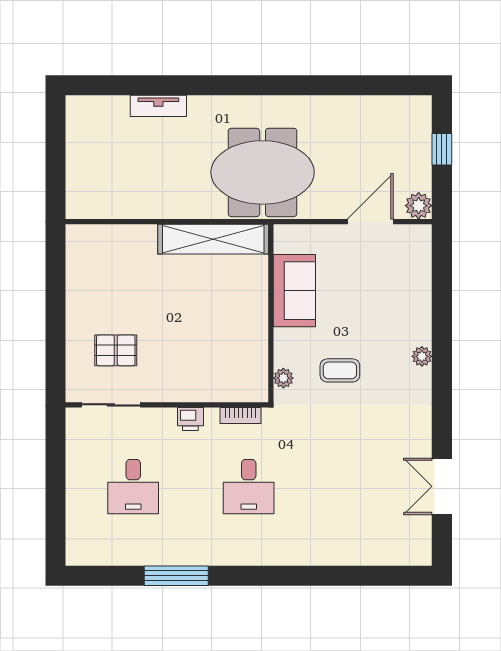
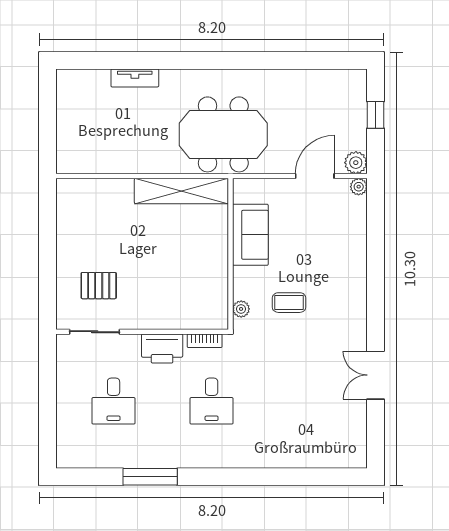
plant: (422, 356) -> (359, 187), moved
printer: (190, 419) -> (162, 348), width x1.87, depth x1.48
double door: (442, 486) -> (376, 375), moved

